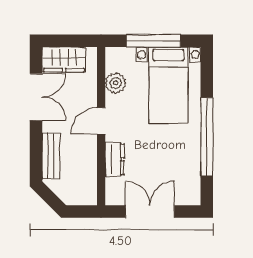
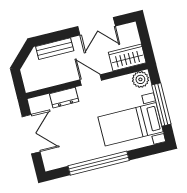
wardrobe: (64, 60) -> (127, 58), moved, turned 90
plant: (116, 83) -> (140, 79), moved

